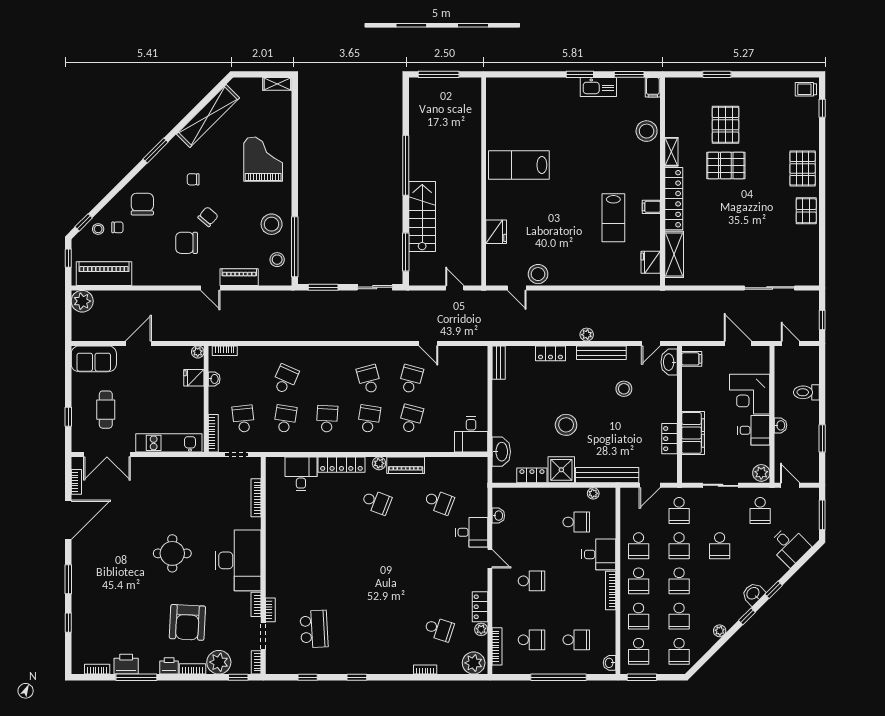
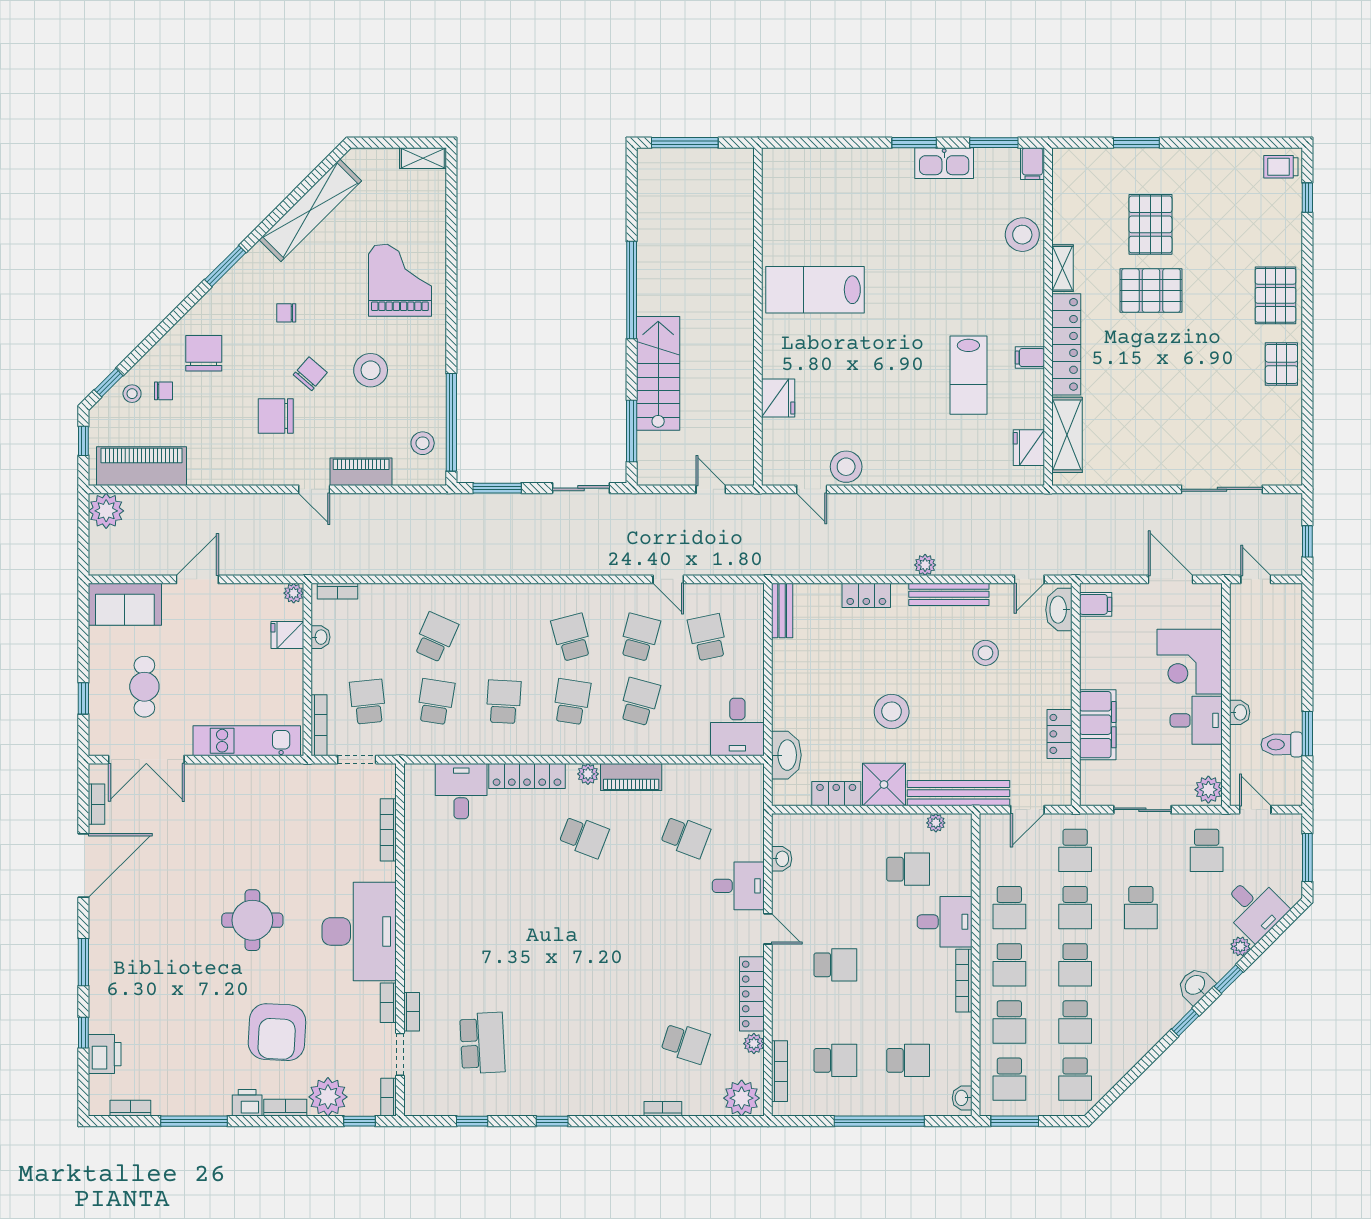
stool: (272, 224) -> (371, 370), moved
school desk: (453, 379) -> (708, 637), added
toilet: (806, 392) -> (1282, 745), moved
locker: (480, 607) -> (752, 994), width x1.53
plant: (720, 631) -> (1240, 946), moved
printer: (126, 664) -> (105, 1054), moved, turned 90

